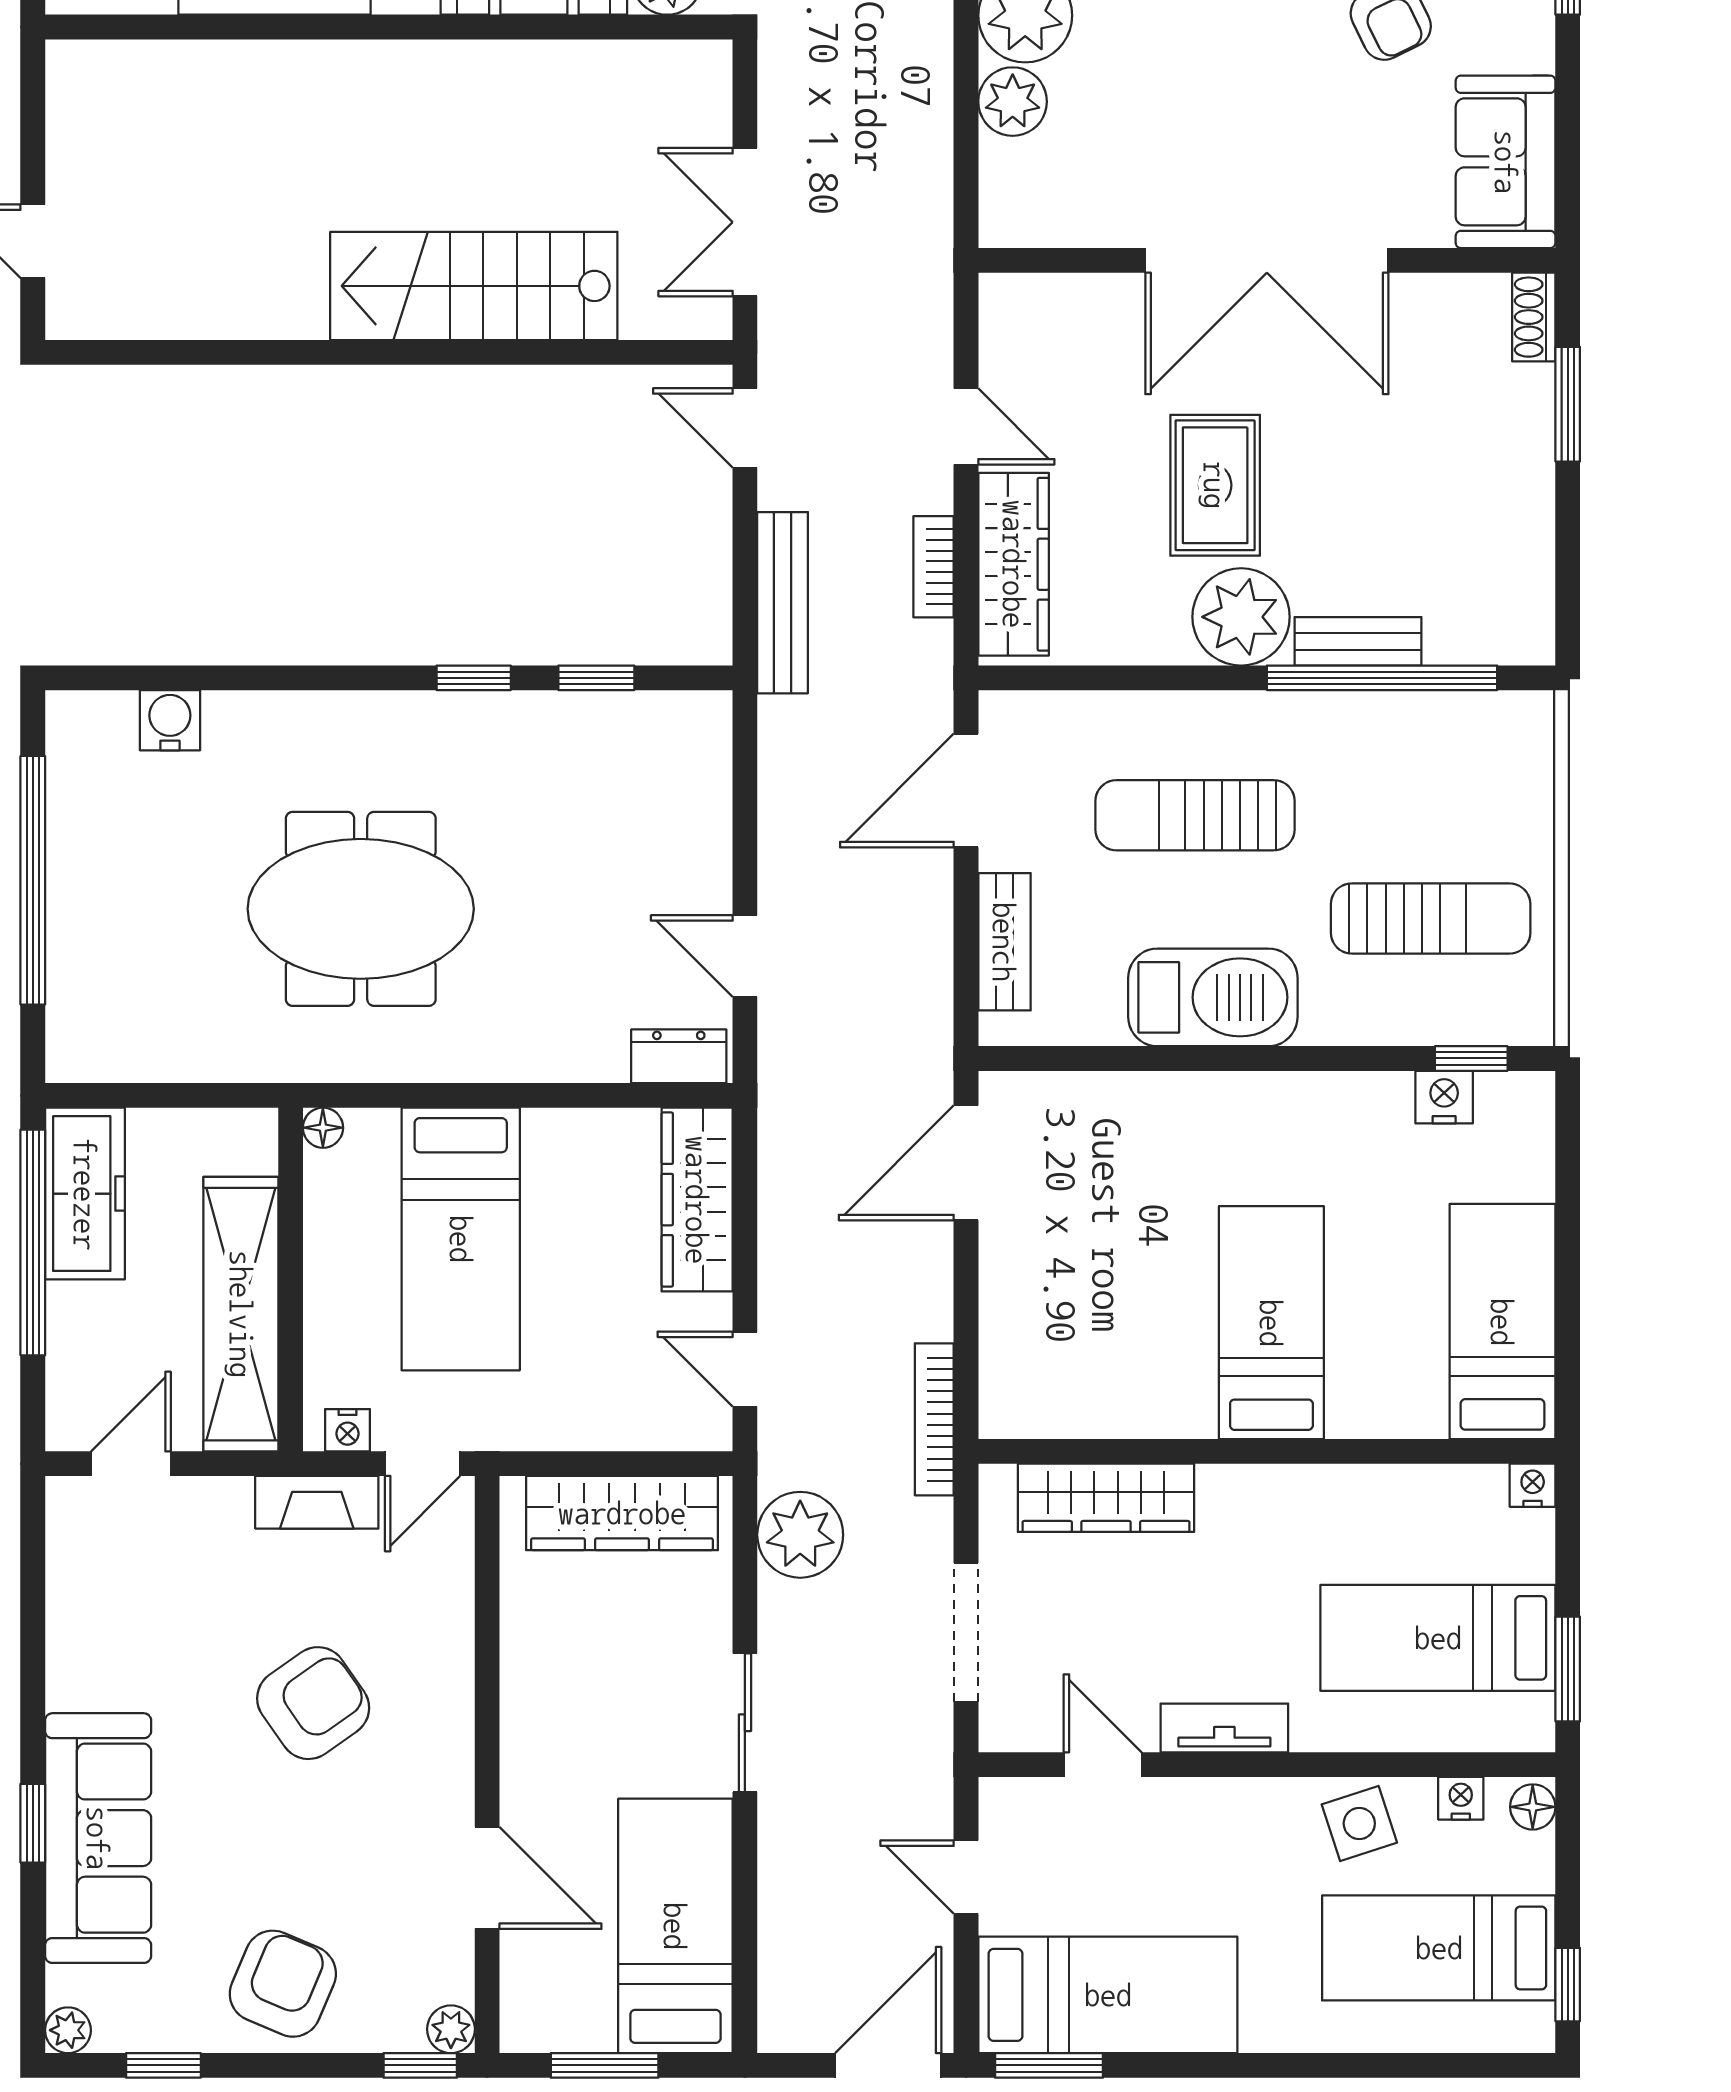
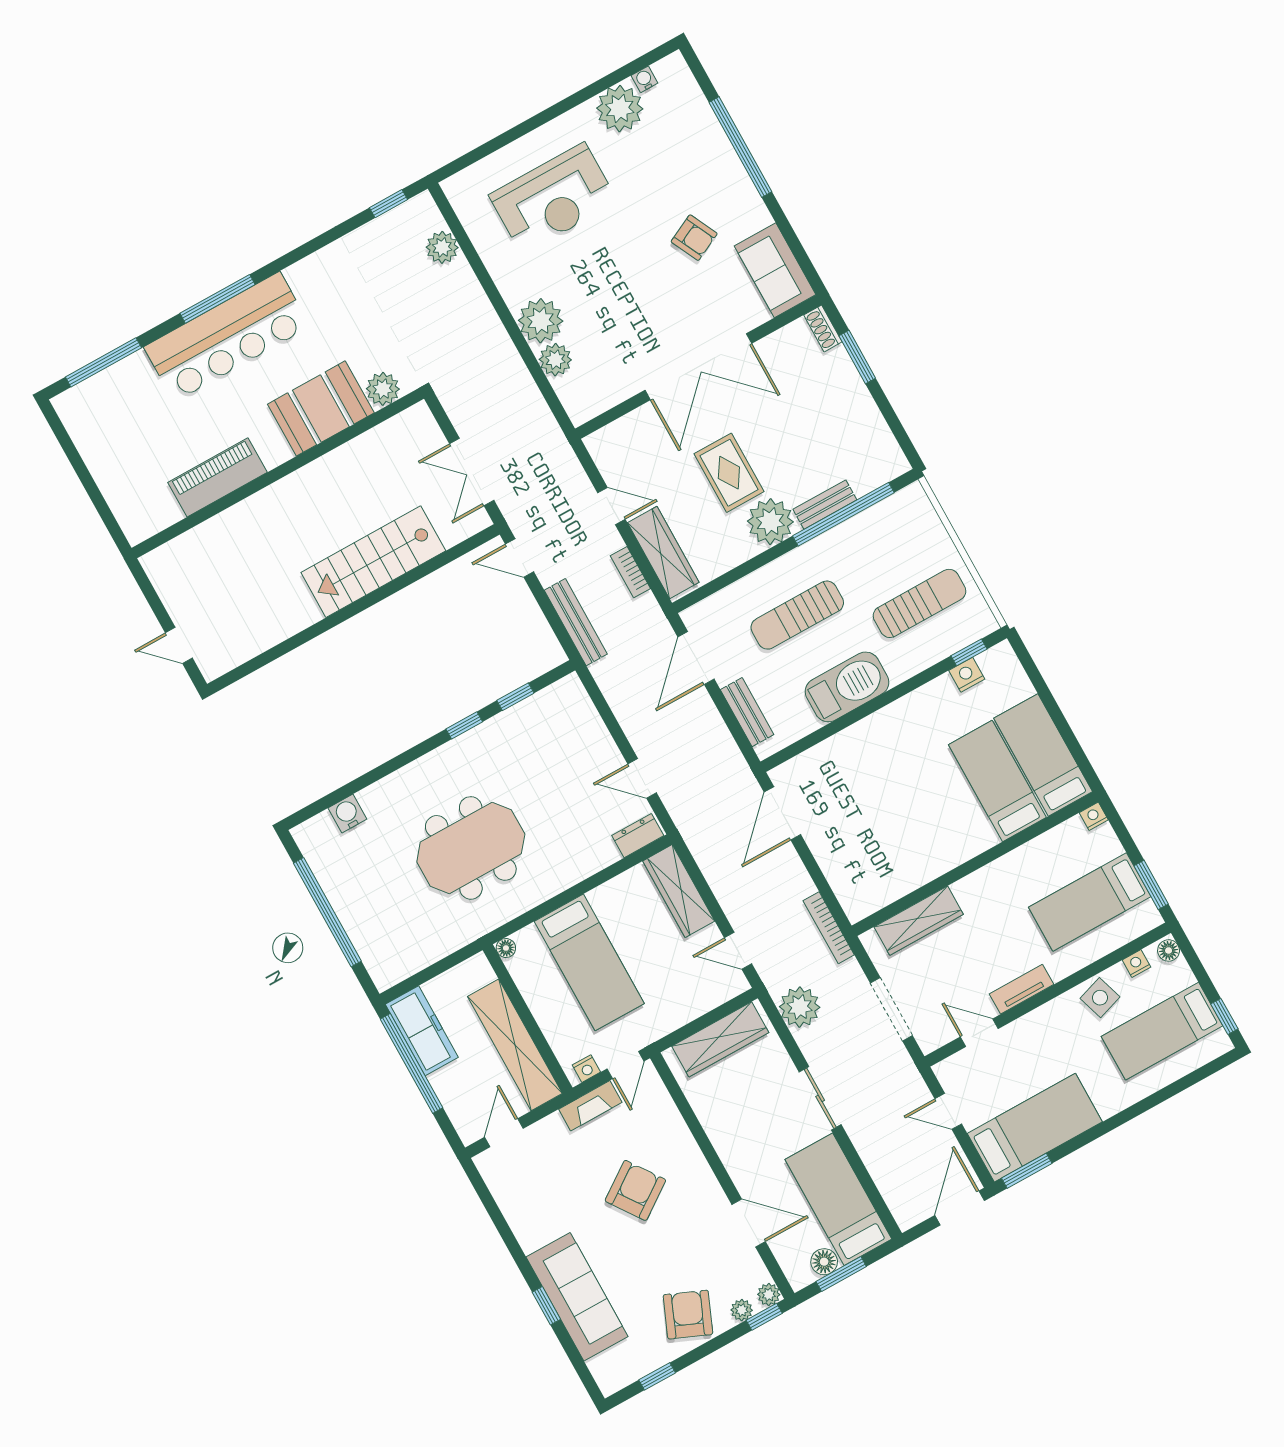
bed: (1271, 1323) -> (997, 781), moved
floor lamp: (586, 2026) -> (824, 1262), added
plant: (68, 2030) -> (742, 1310), moved

